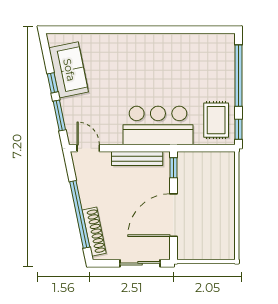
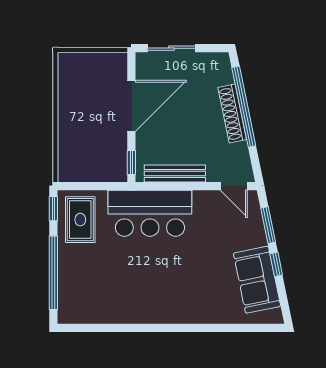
shoe rack: (94, 232) -> (232, 114), moved

